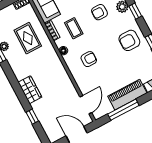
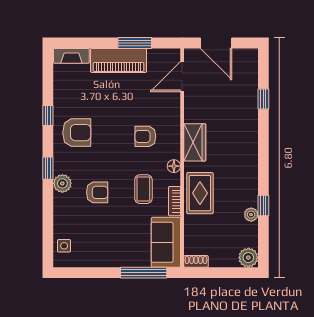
rug: (28, 38) -> (200, 193), moved
wardrobe: (30, 90) -> (195, 142), moved, turned 180
window: (123, 110) -> (135, 43), width x0.69

